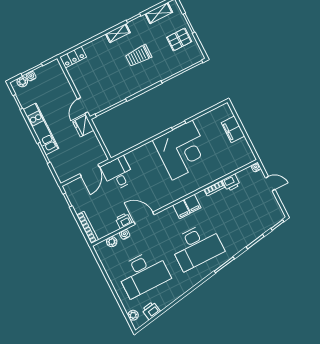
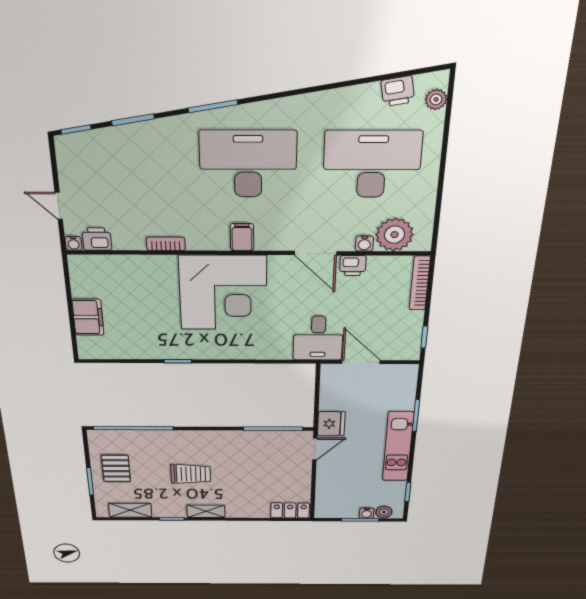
pallet: (179, 39) -> (116, 468), turned 90
corner desk: (182, 150) -> (223, 293), moved, turned 180
door: (90, 171) -> (361, 362), hinge flipped
printer: (231, 183) -> (97, 239), moved
filing cabinet: (193, 204) -> (217, 237), removed
plant: (112, 242) -> (394, 235), width x1.87, depth x1.87

